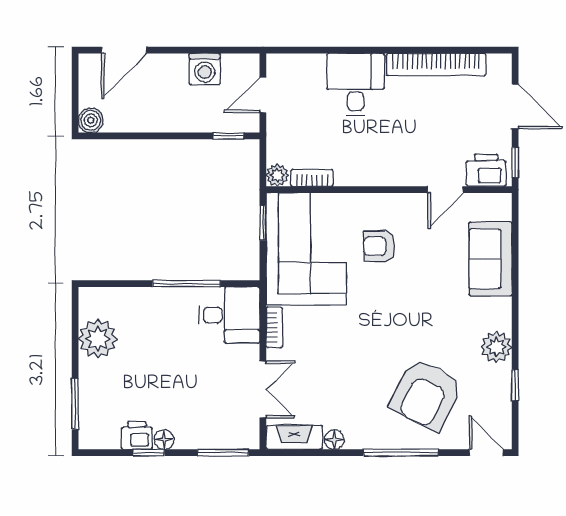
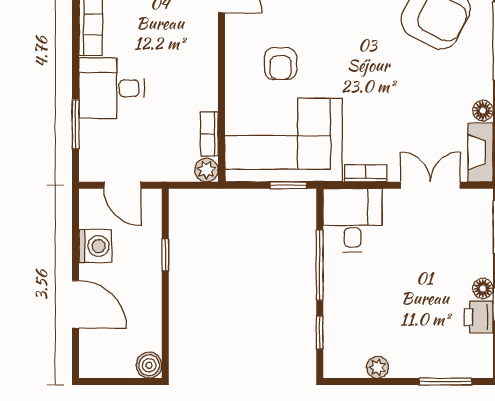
door: (124, 50) -> (76, 304), moved
window: (321, 50) -> (76, 124), added
window: (228, 136) -> (165, 255), moved
window: (263, 223) -> (288, 185), moved
window: (122, 284) -> (320, 332), added
plant: (98, 339) -> (378, 367), width x0.53, depth x0.53

